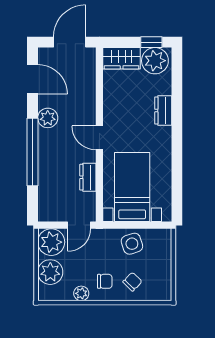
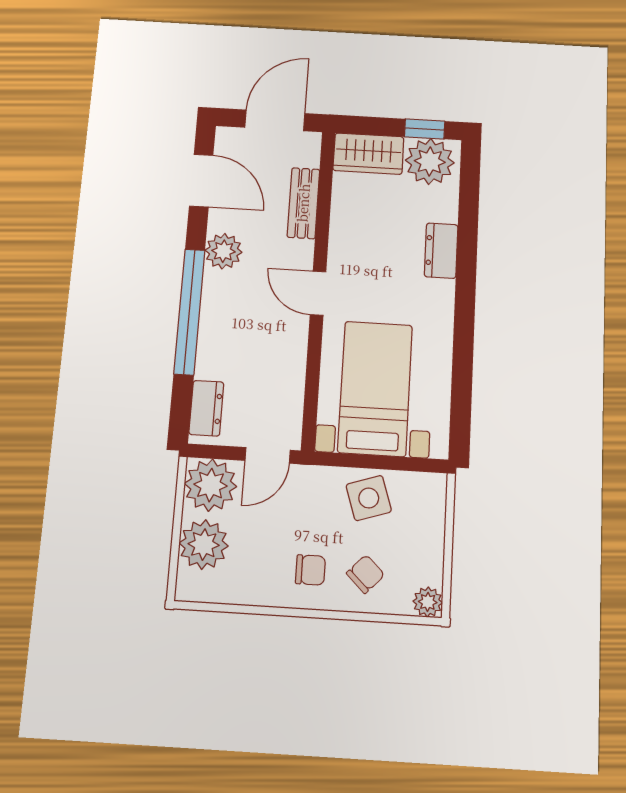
bench: (88, 89) -> (303, 203), added
dresser: (88, 177) -> (206, 408), moved, turned 180
plant: (81, 293) -> (428, 602), moved

